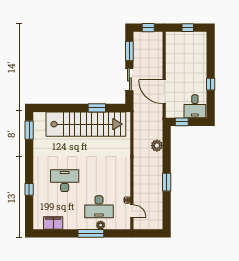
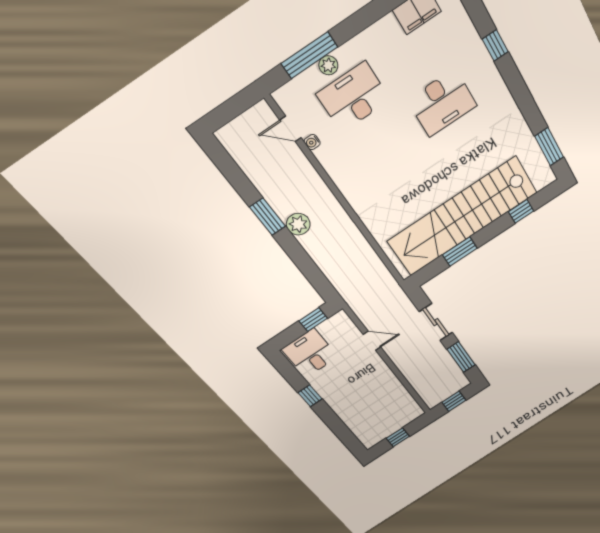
door: (164, 92) -> (372, 341), width x0.53
window: (58, 108) -> (521, 211), added
plant: (157, 146) -> (298, 224), moved
window: (91, 233) -> (309, 55), moved

